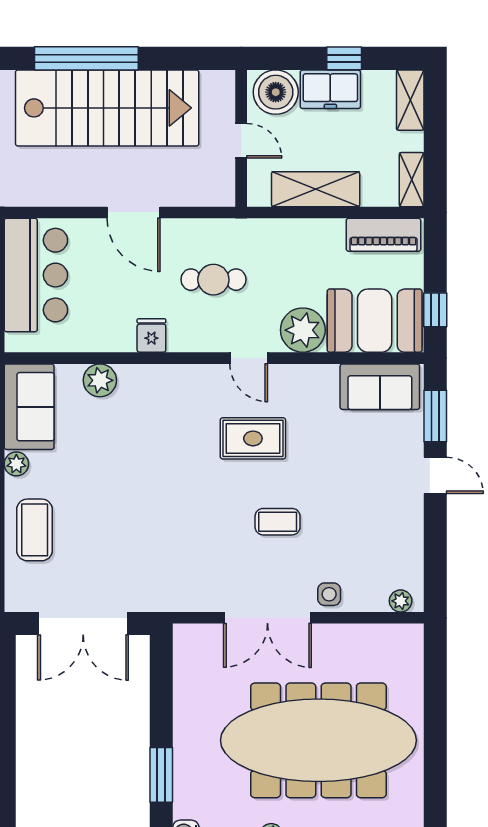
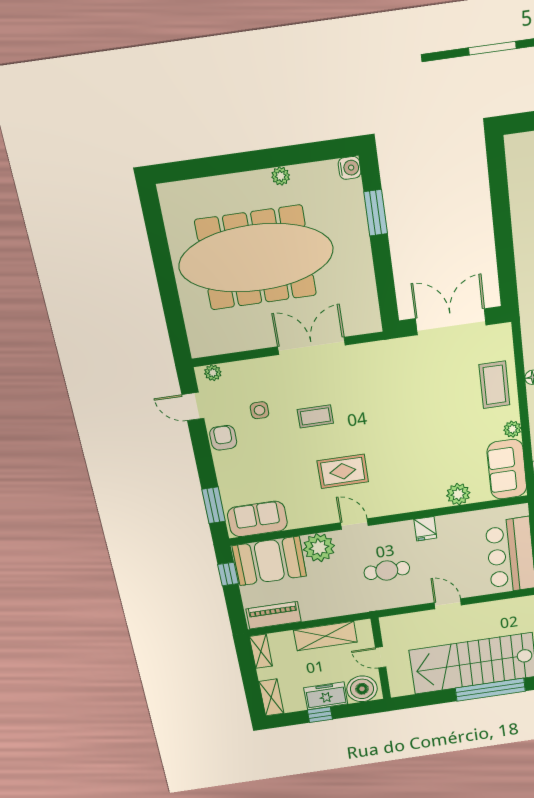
door: (134, 212) -> (448, 604), width x0.73
door: (435, 475) -> (193, 407), moved
armchair: (404, 510) -> (223, 438), added
side table: (329, 594) -> (259, 410), moved

